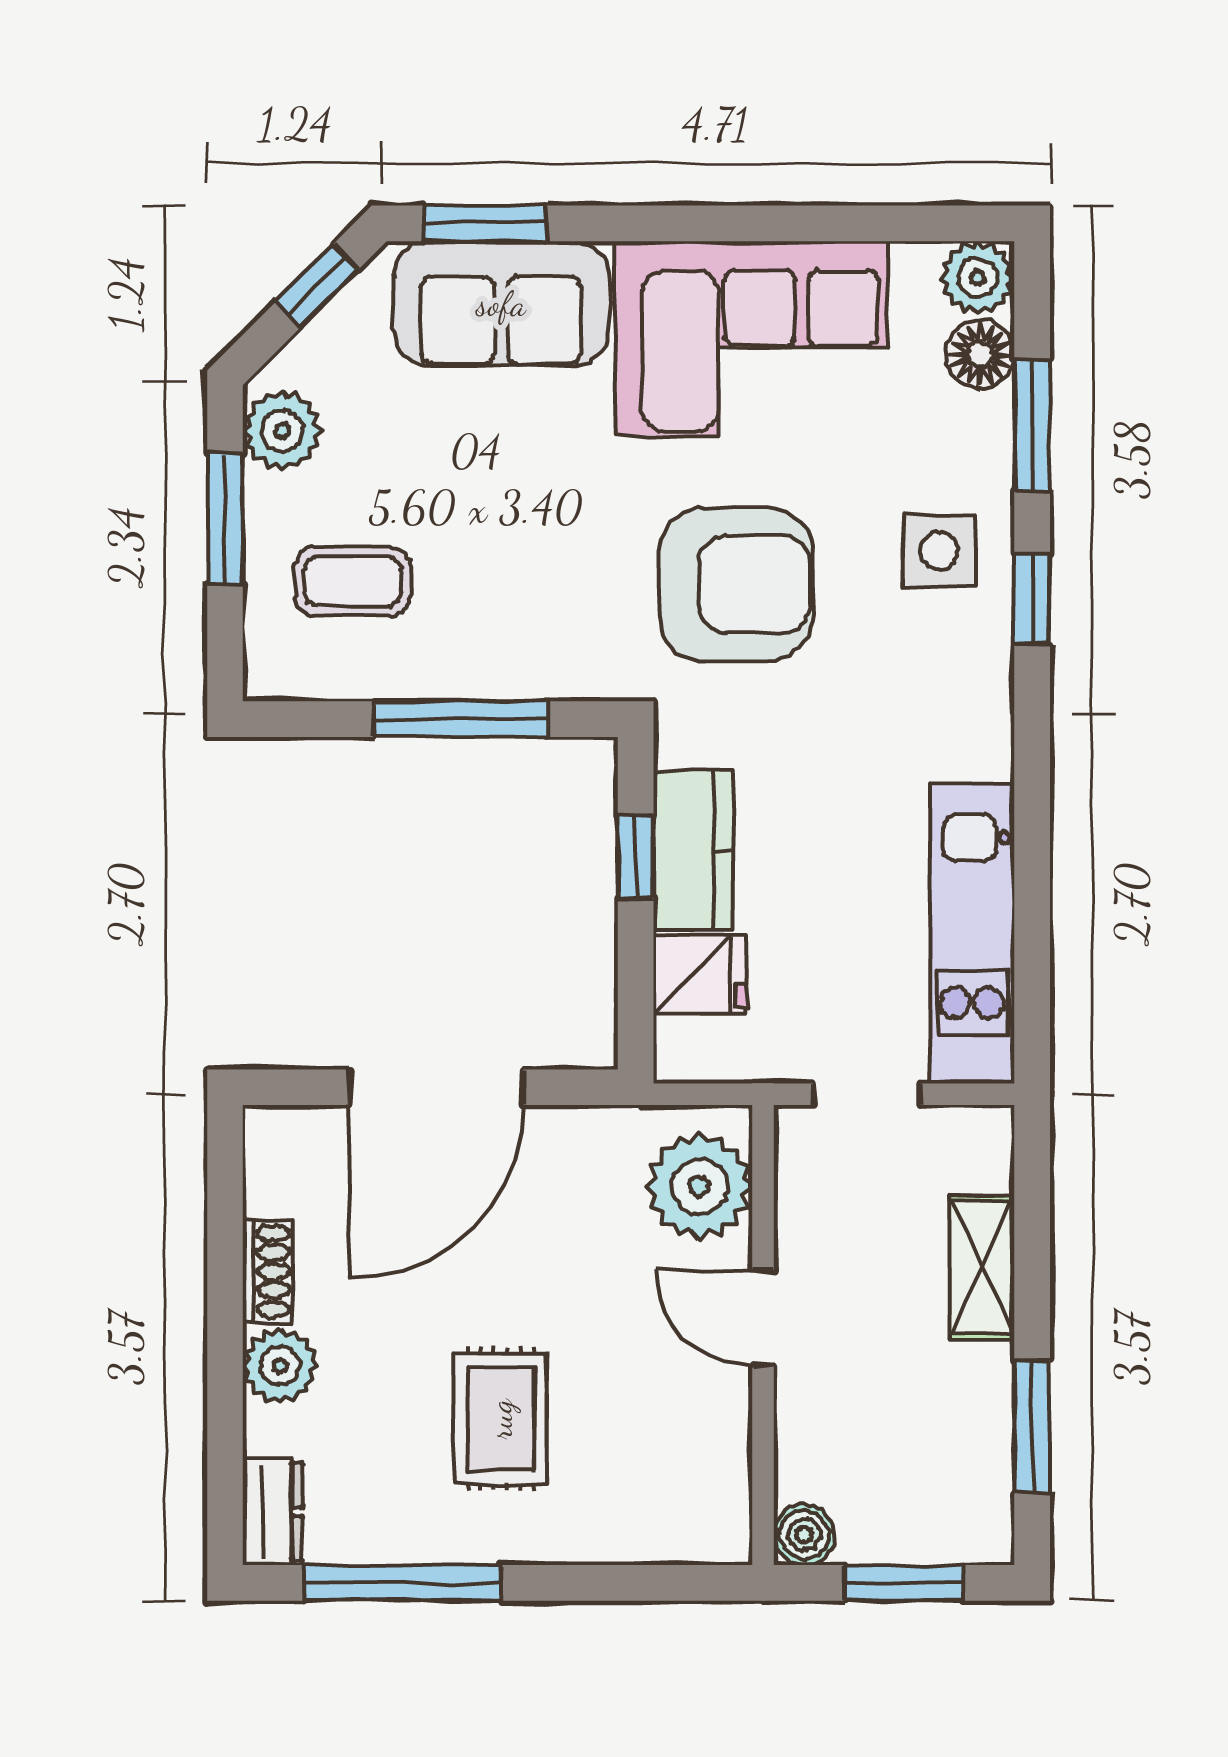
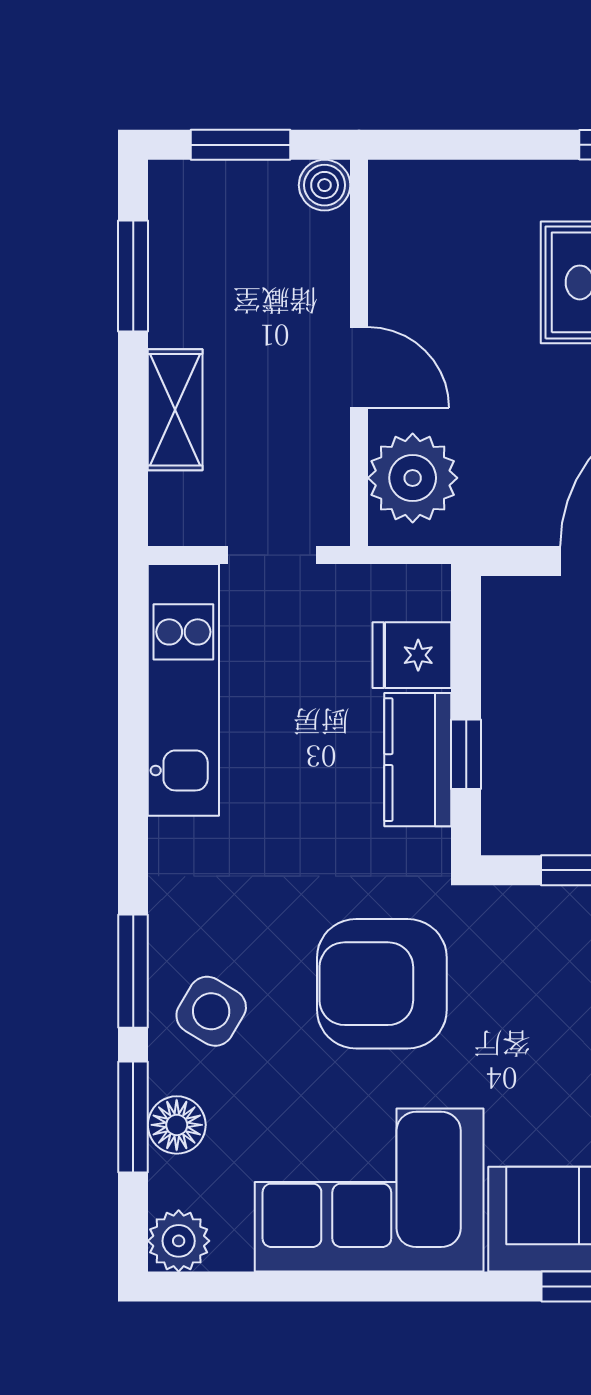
floor lamp: (980, 354) -> (177, 1125), moved
side table: (939, 551) -> (211, 1011), turned 31
window: (1032, 599) -> (133, 971), width x1.50

